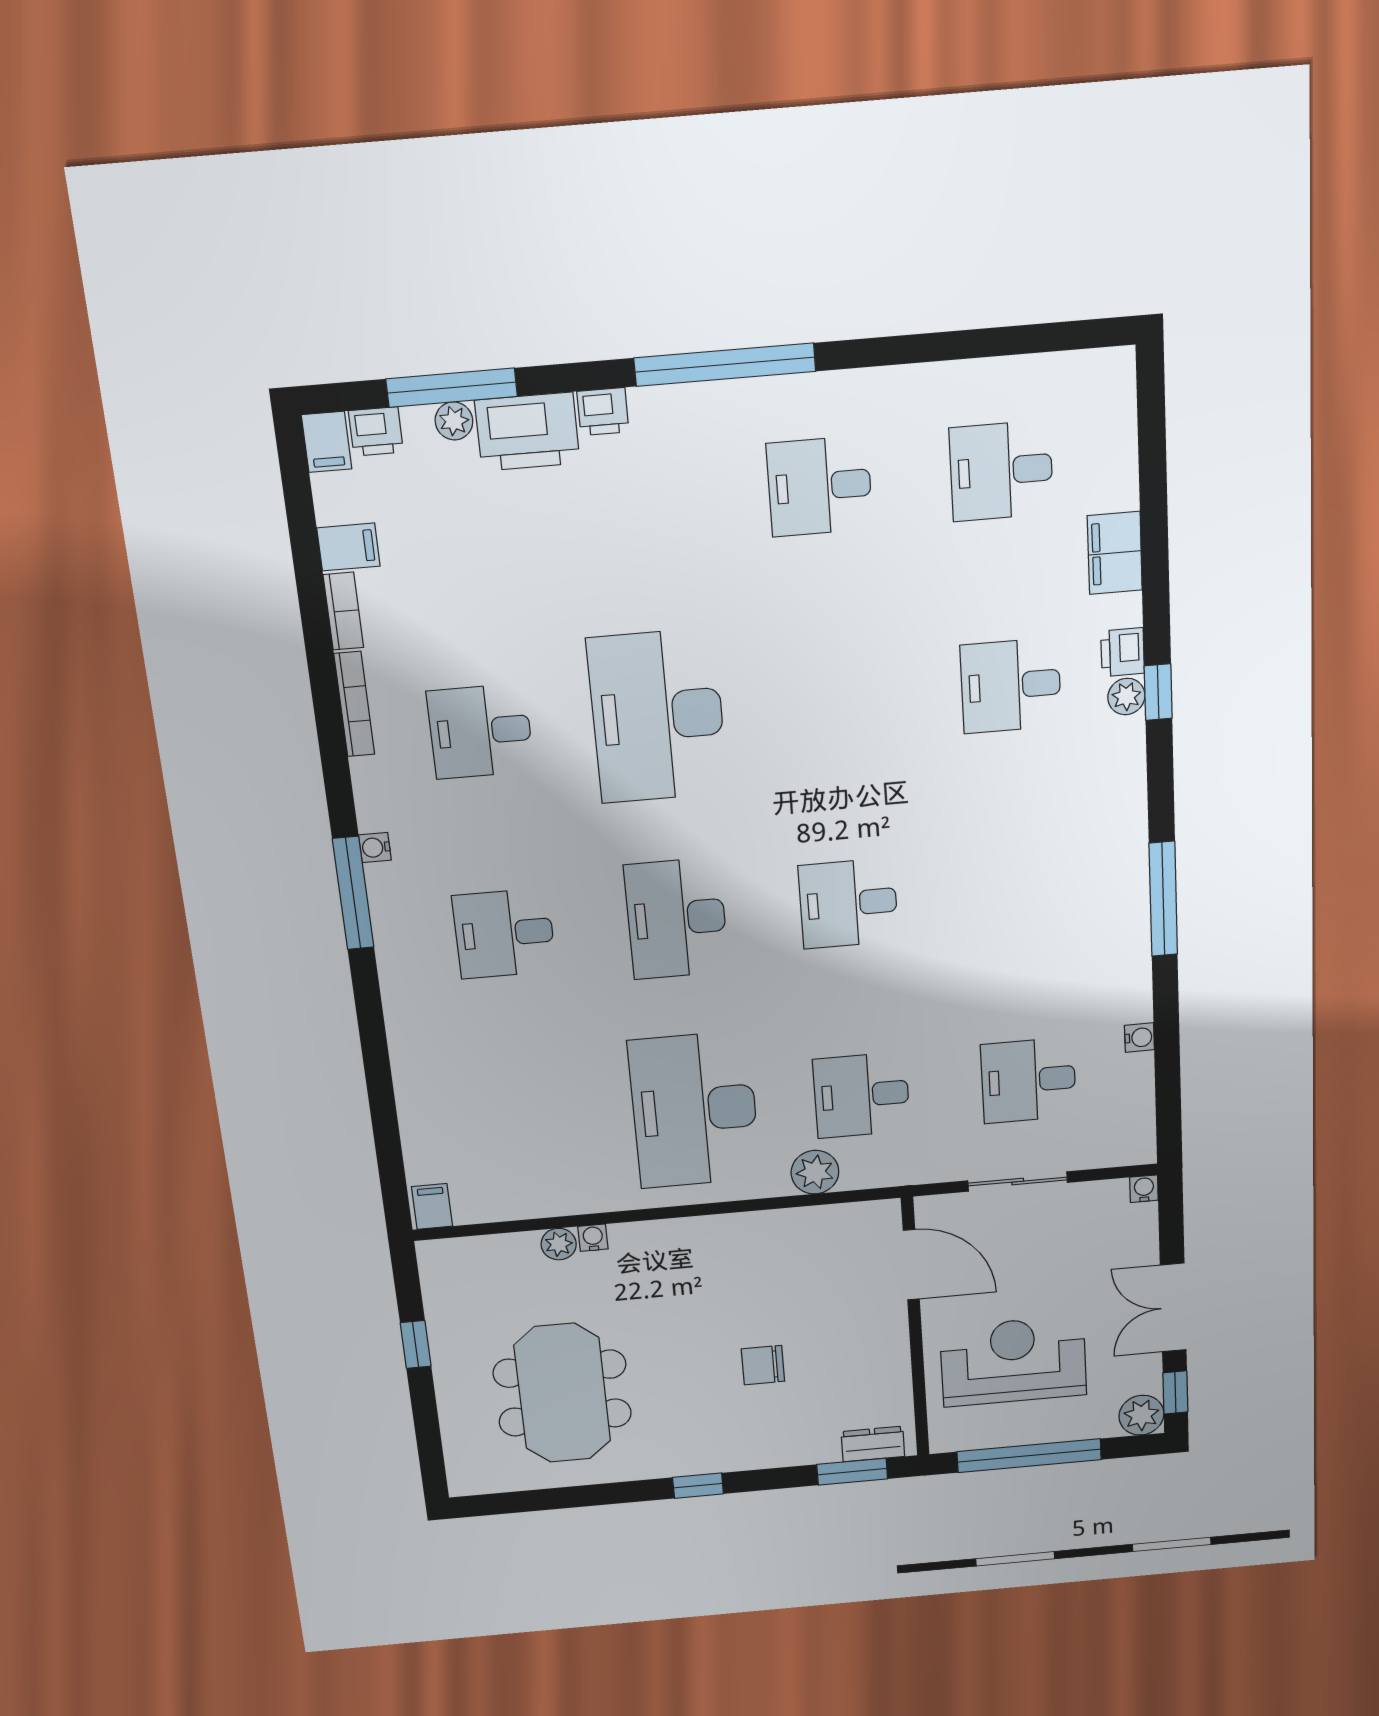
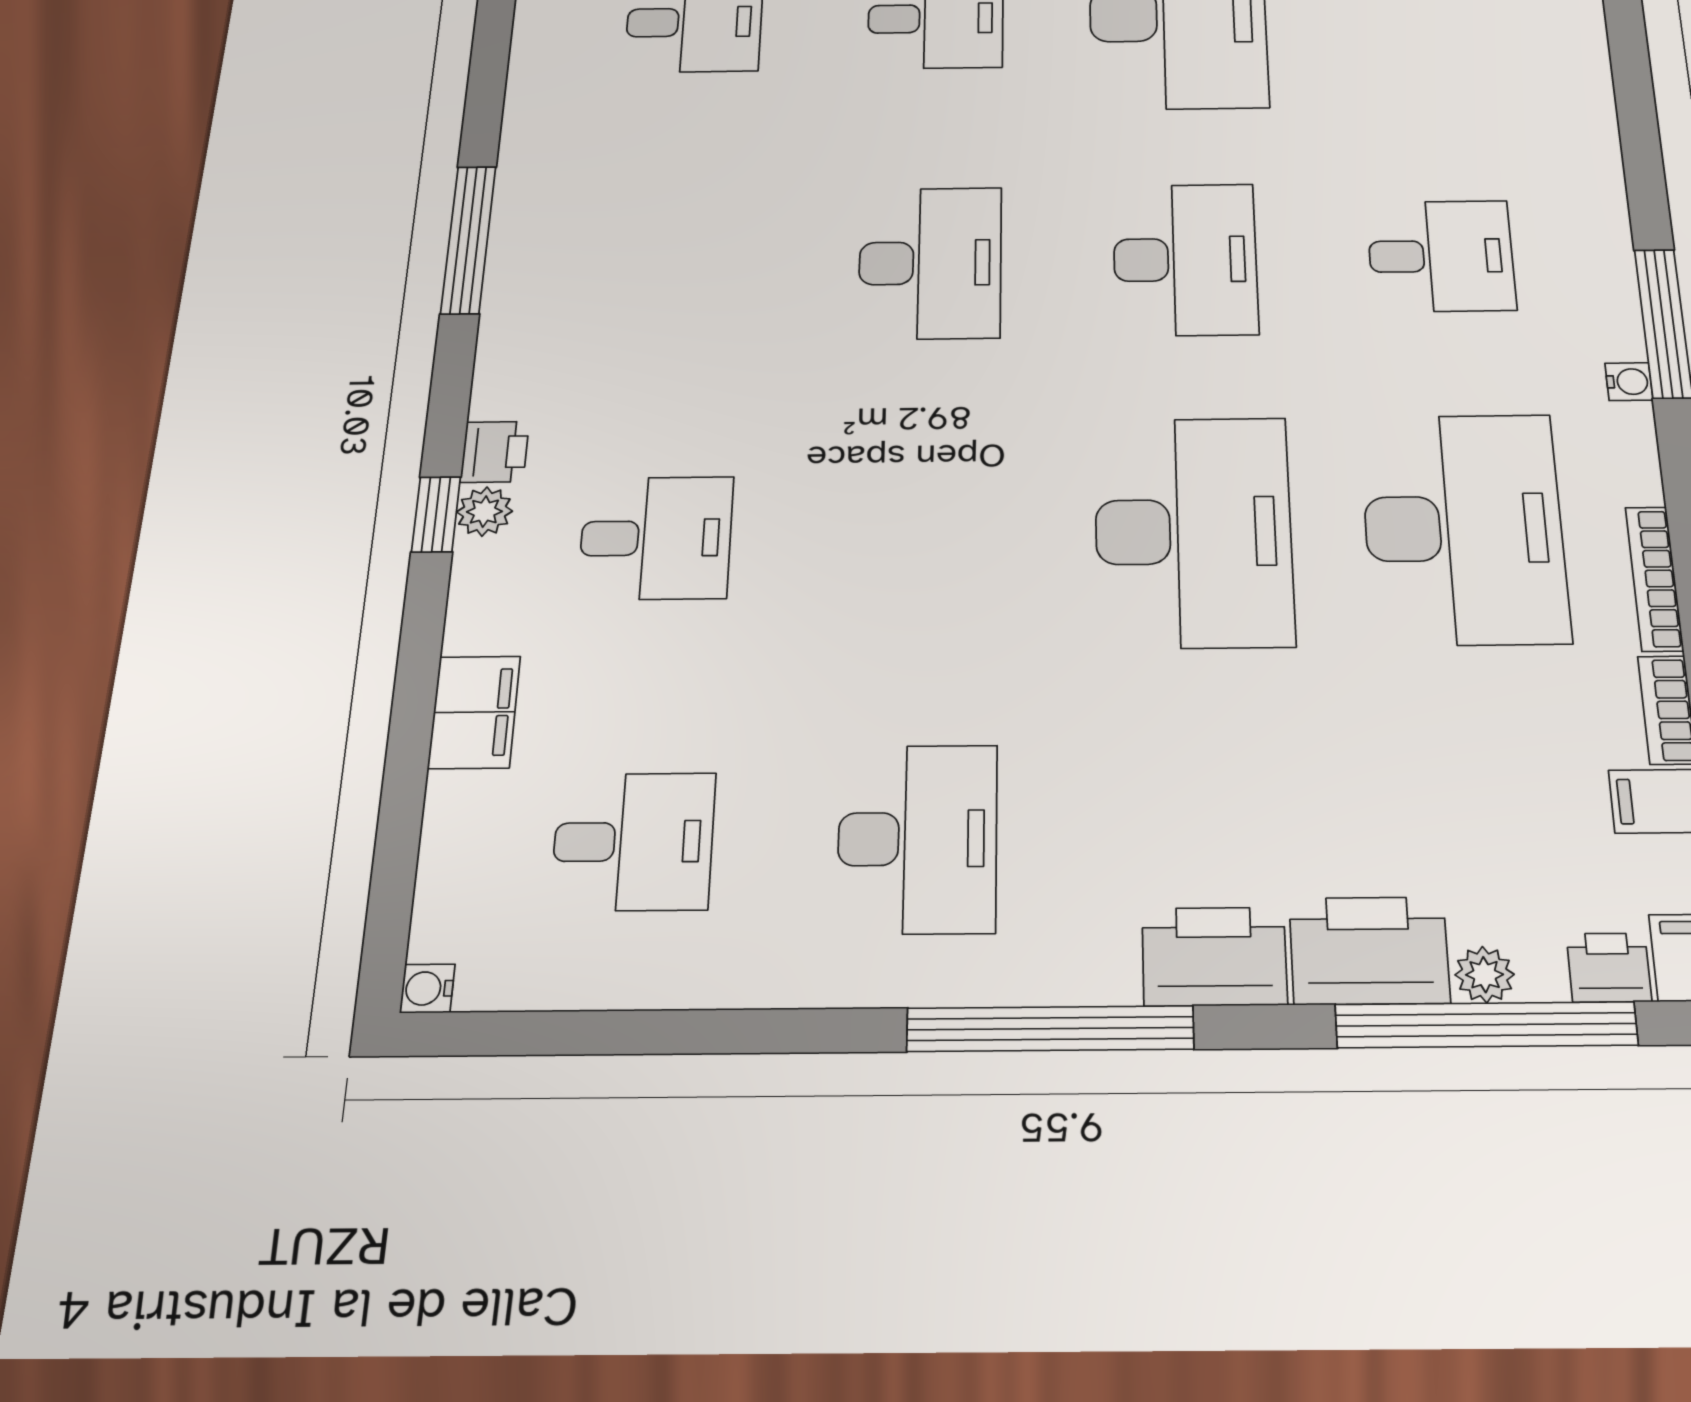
window: (452, 388) -> (1486, 1025), width x1.46
printer: (603, 412) -> (1214, 956), width x1.87, depth x1.48
desk: (820, 486) -> (917, 839), width x1.37
printer: (1123, 652) -> (495, 452), moved
desk: (480, 731) -> (1463, 528), width x1.87, depth x1.30
desk: (848, 903) -> (930, 263), width x1.37
water cooler: (1139, 1038) -> (427, 988), moved

